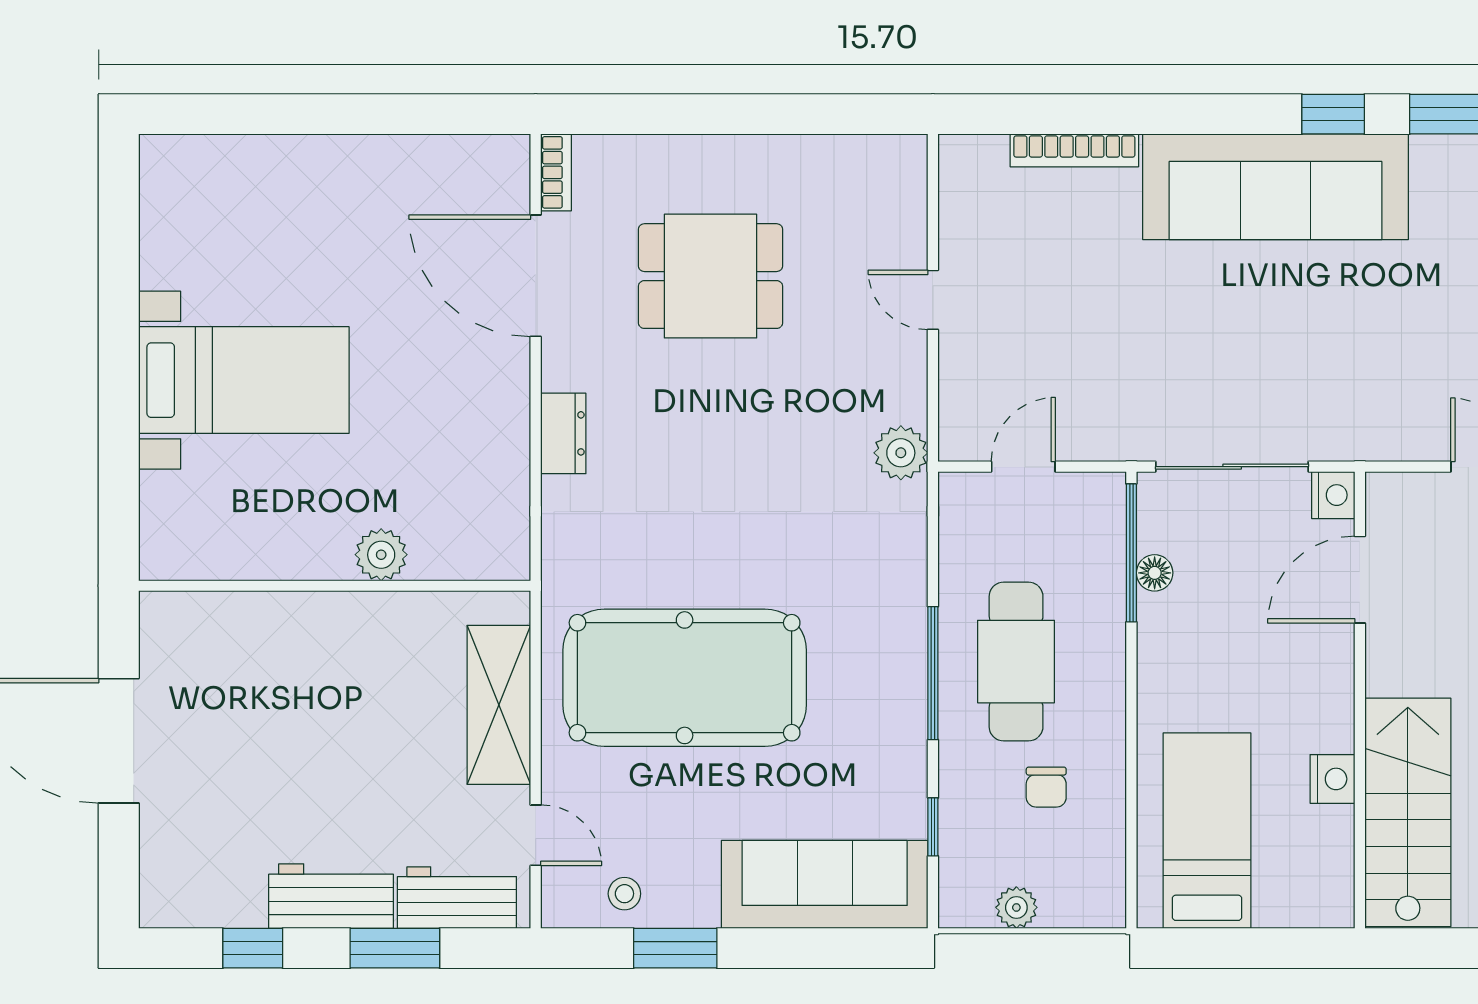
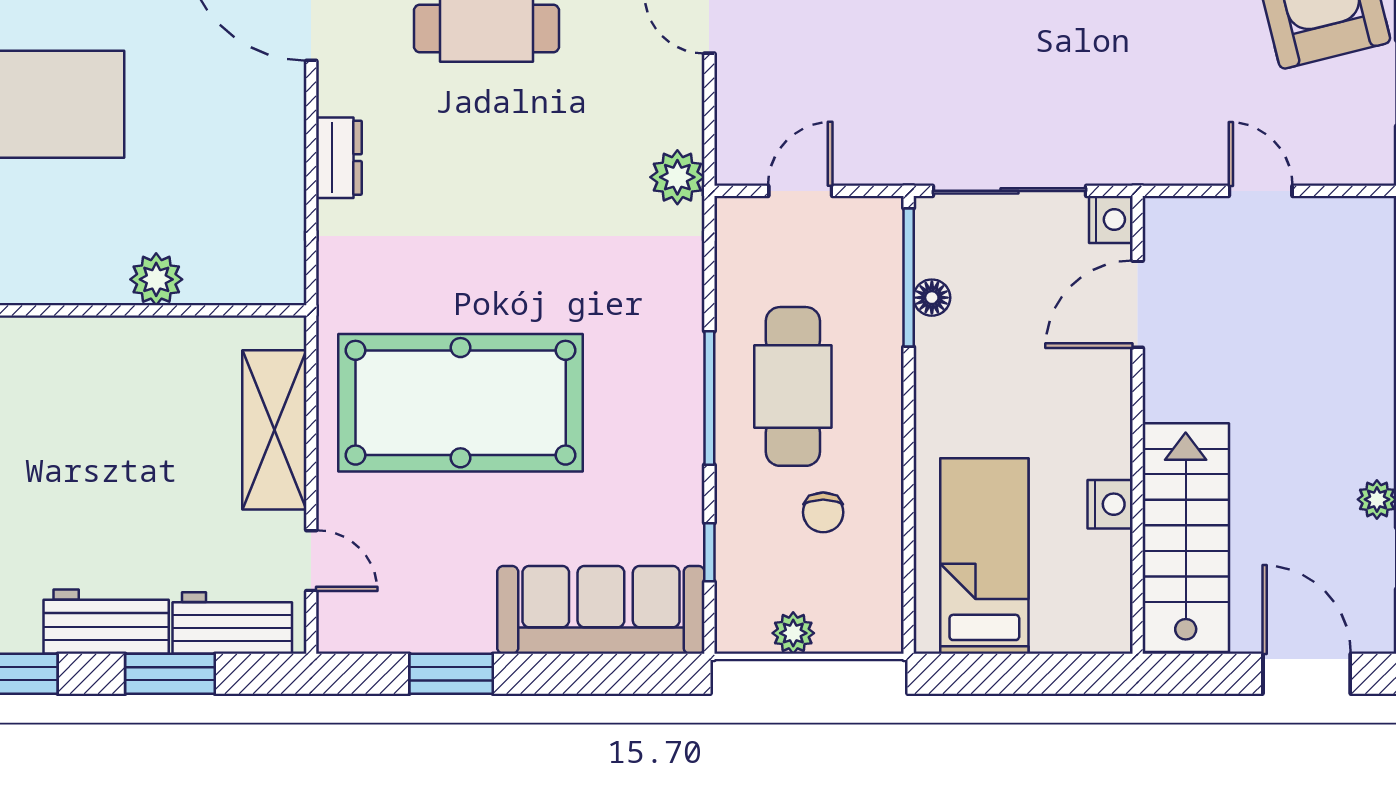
stool: (624, 894) -> (400, 619), removed

